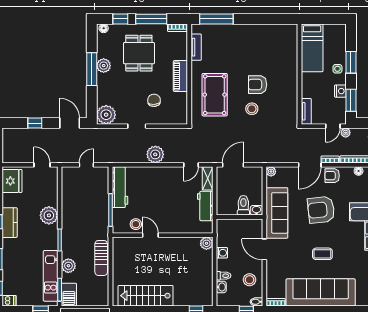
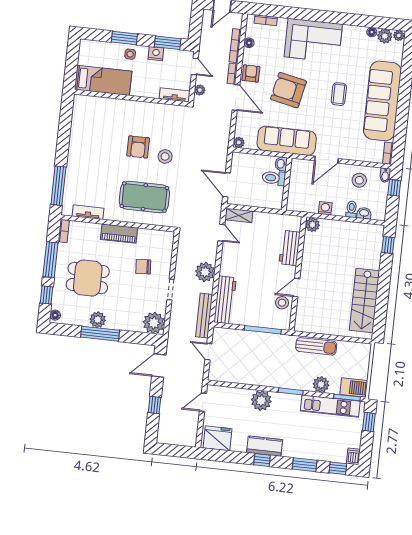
plant: (346, 133) -> (200, 90), moved
bench: (117, 158) -> (204, 316), added
armchair: (332, 176) -> (251, 73), turned 180
workbench: (120, 187) -> (225, 300), moved, turned 90
workbench: (205, 206) -> (290, 248), moved, turned 90
armchair: (321, 210) -> (288, 90), turned 108

